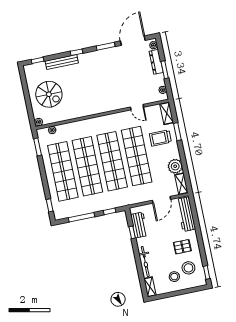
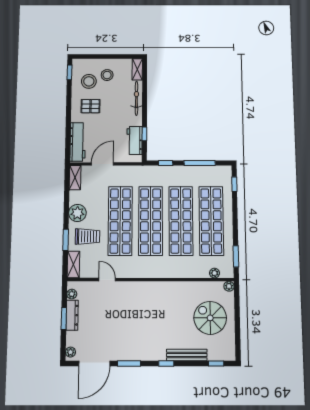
dresser: (156, 62) -> (72, 315), moved
plant: (175, 166) -> (77, 213), moved

